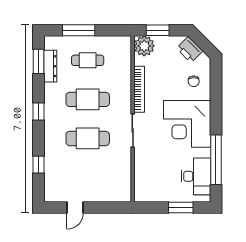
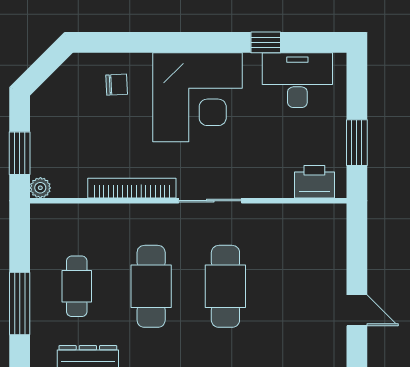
plant: (144, 46) -> (40, 188), width x0.53, depth x0.53
printer: (190, 50) -> (314, 182), moved, turned -135
window: (216, 160) -> (266, 42), width x0.32
window: (181, 208) -> (357, 143), moved

